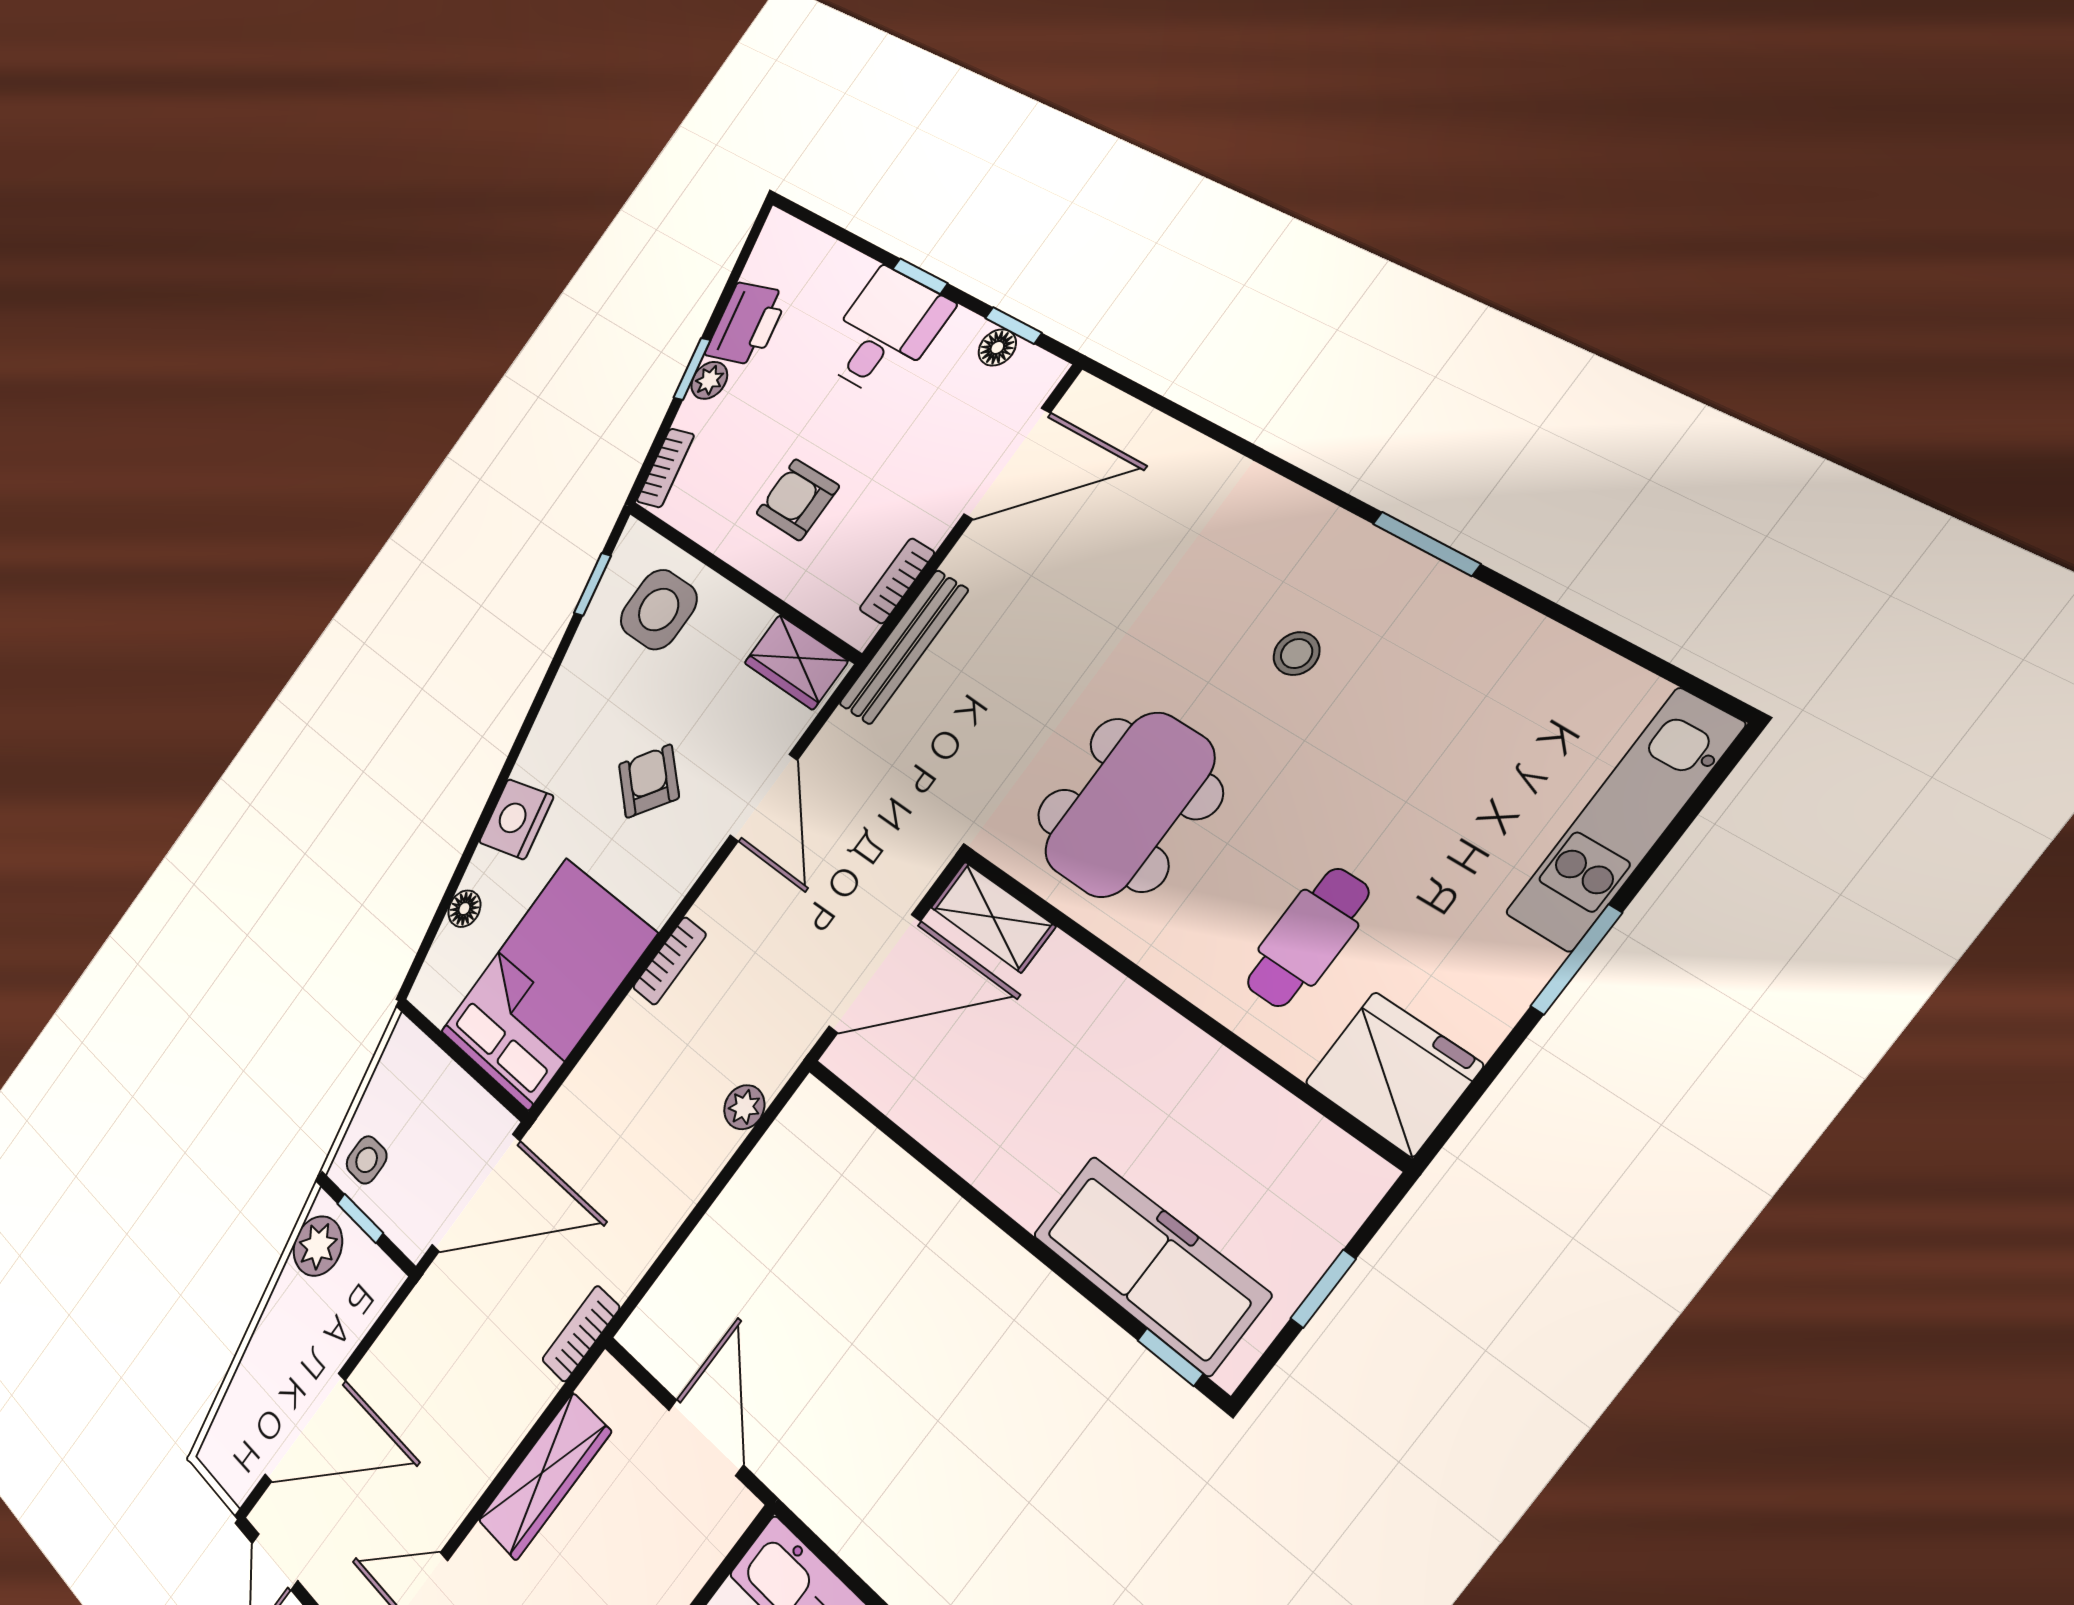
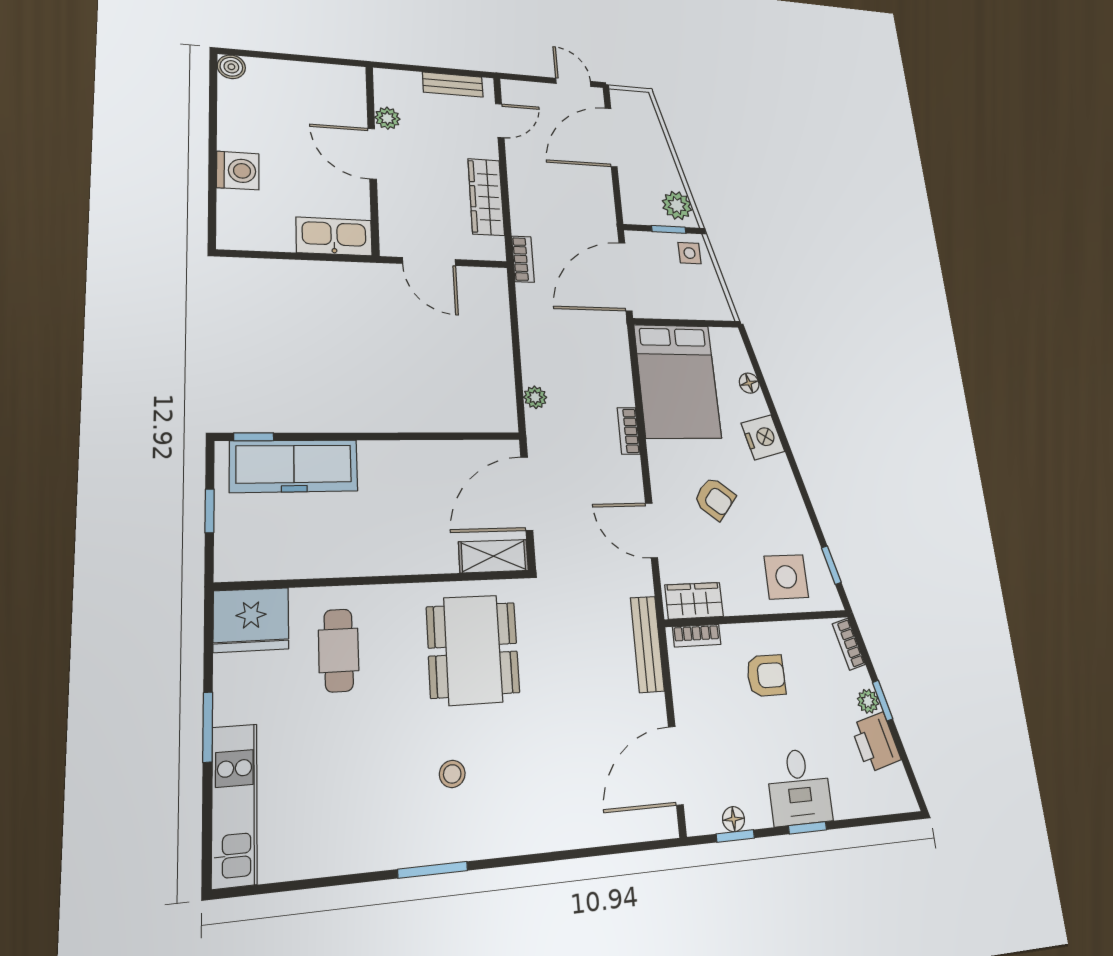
bookcase: (897, 581) -> (697, 636), moved, turned 90

